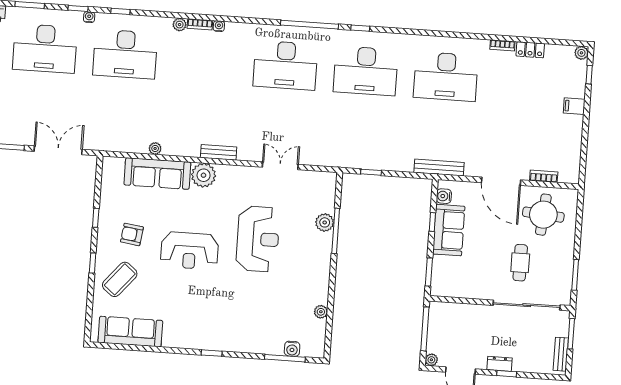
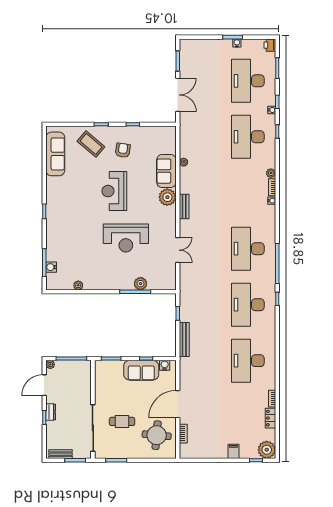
plant: (581, 53) -> (267, 450), width x1.88, depth x1.88
bench: (439, 168) -> (184, 340), moved
sofa: (157, 174) -> (166, 171), width x0.73

